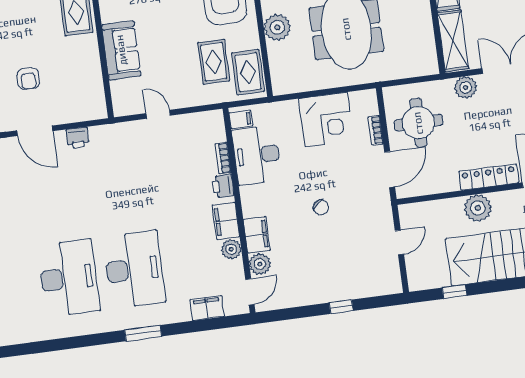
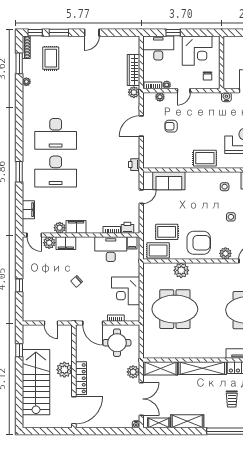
sofa: (121, 50) -> (169, 181), moved
printer: (78, 138) -> (134, 165), moved
printer: (223, 186) -> (127, 228), moved

